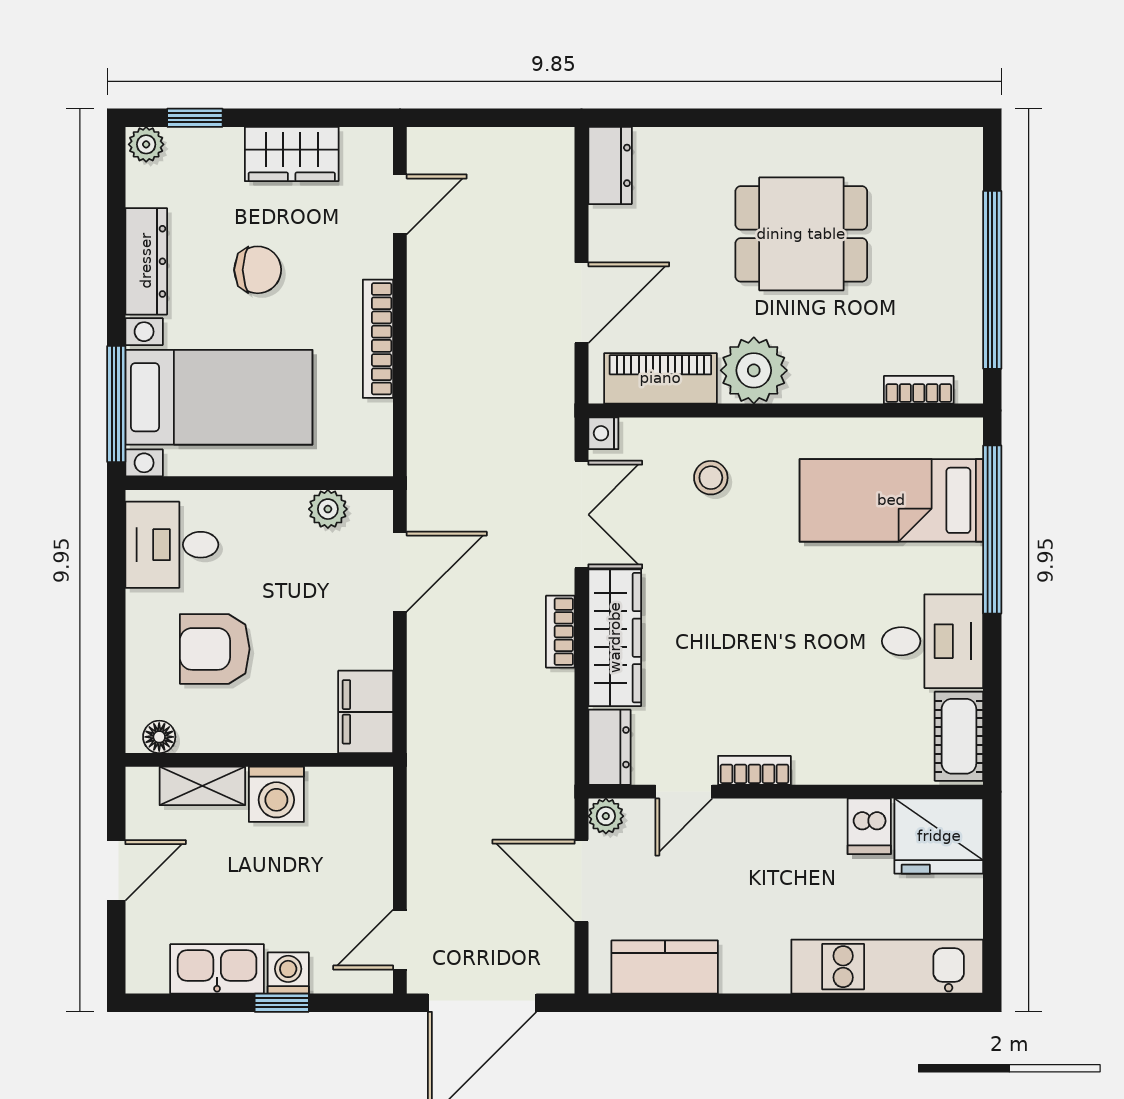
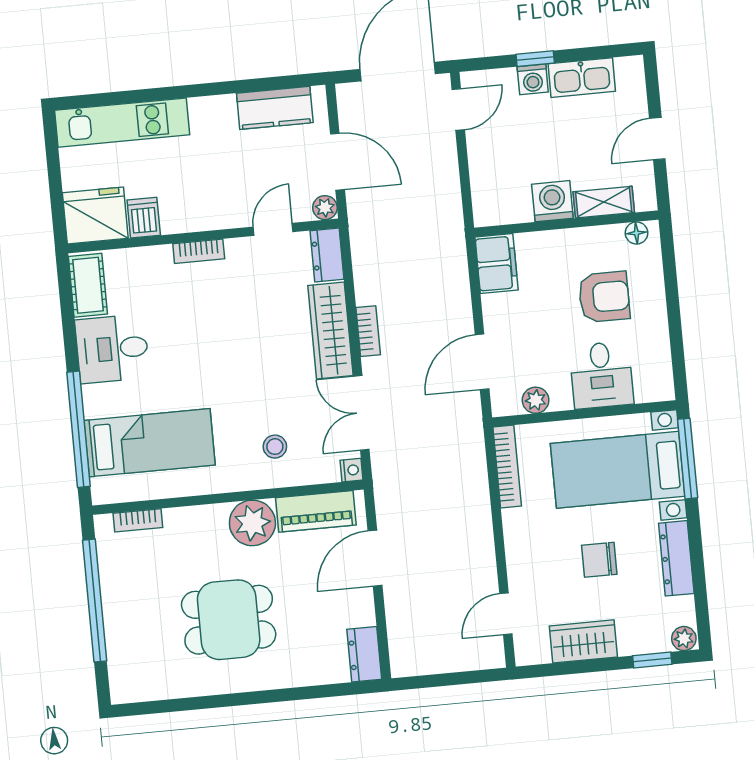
bookcase: (378, 339) -> (507, 467), moved
desk: (172, 545) -> (601, 375), moved, turned 90
bookcase: (754, 770) -> (199, 251), moved

